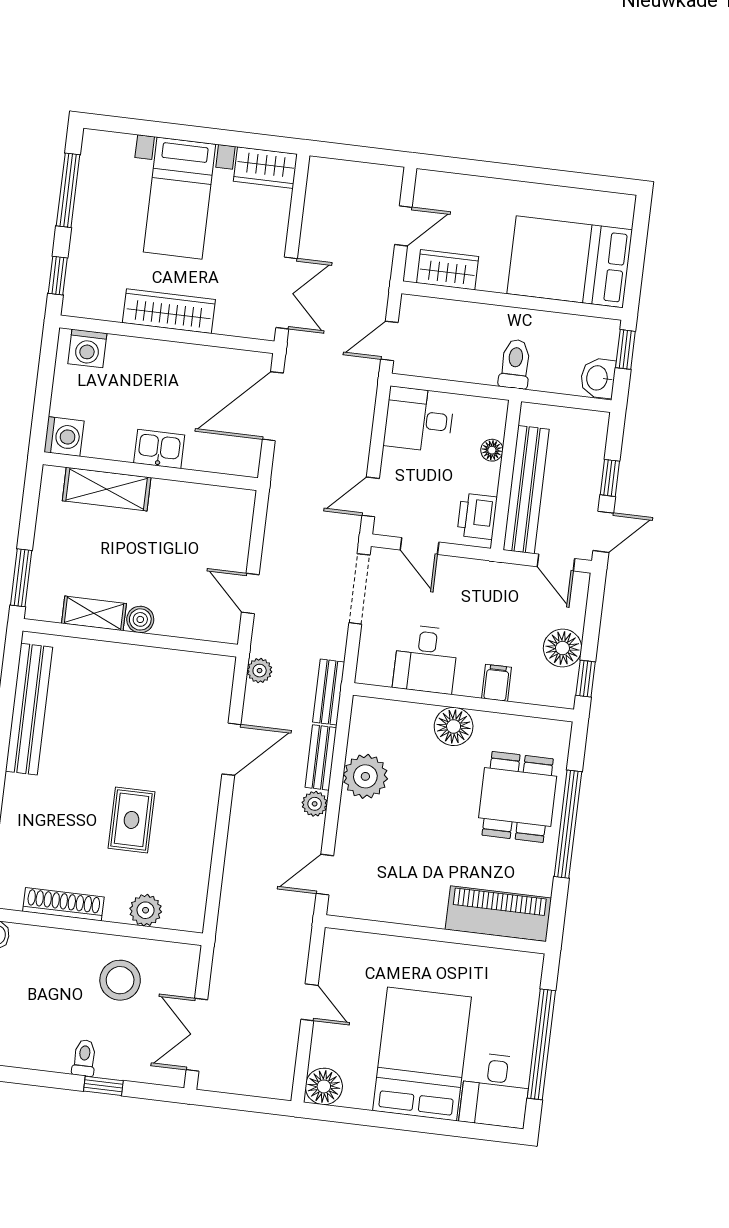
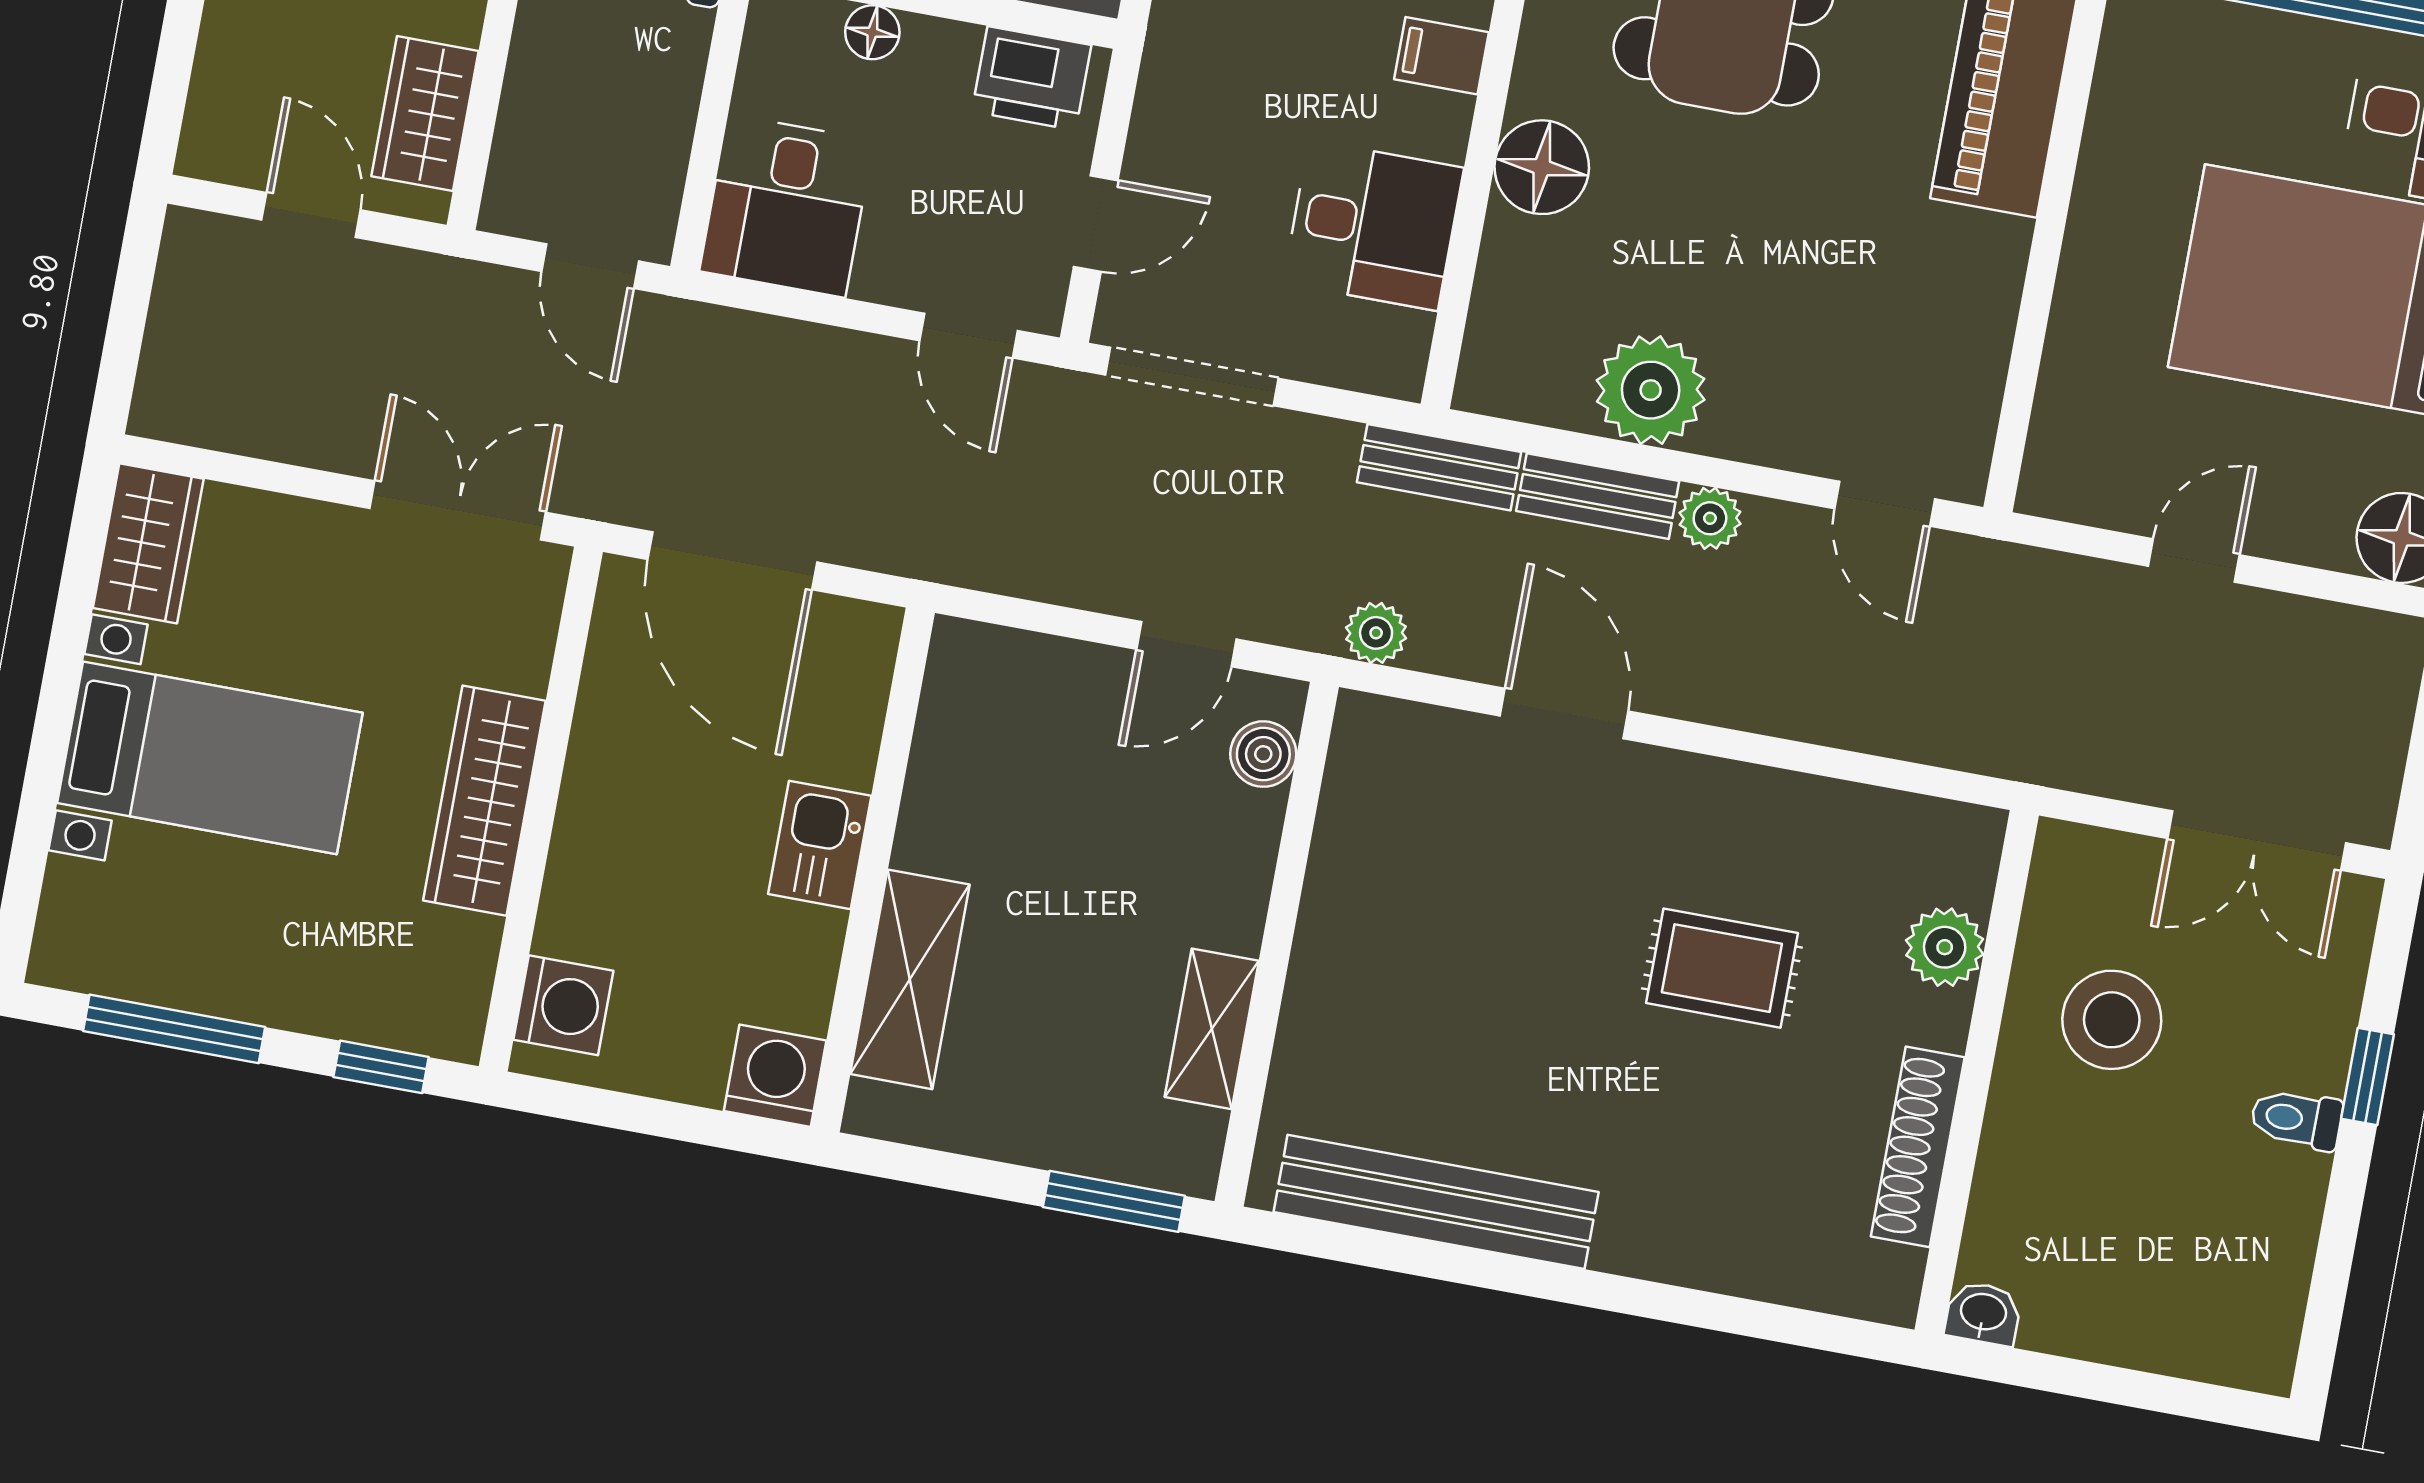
boiler: (140, 619) -> (1263, 754), moved

